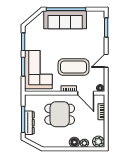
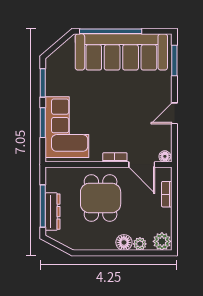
sofa: (65, 20) -> (121, 52), width x1.36, depth x1.27
coffee table: (74, 67) -> (123, 123), removed
dining table: (60, 114) -> (101, 198), turned 90

